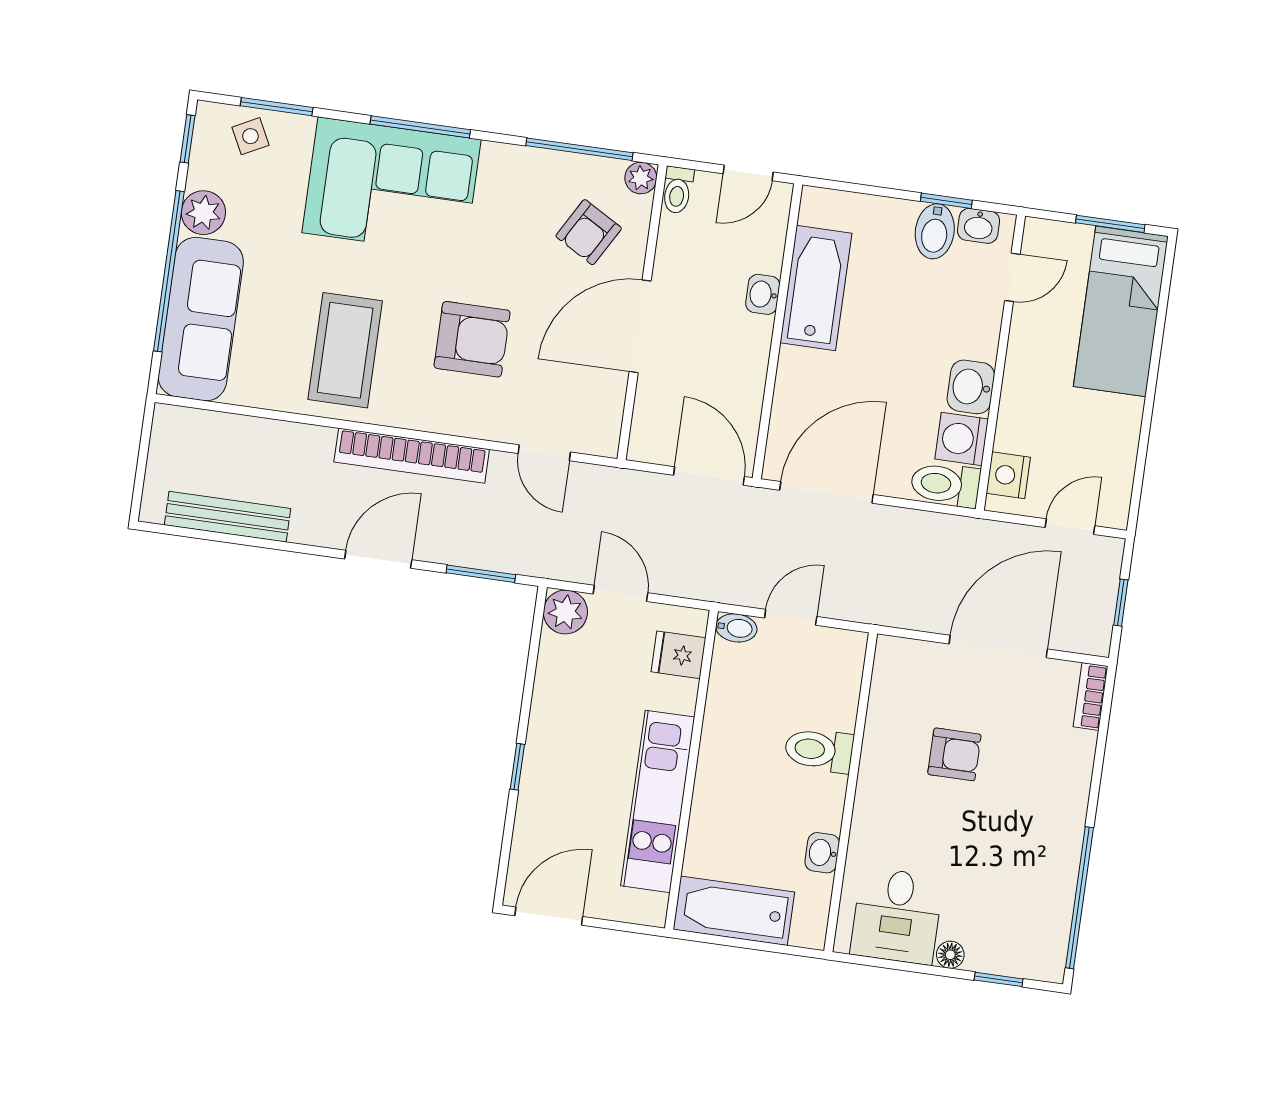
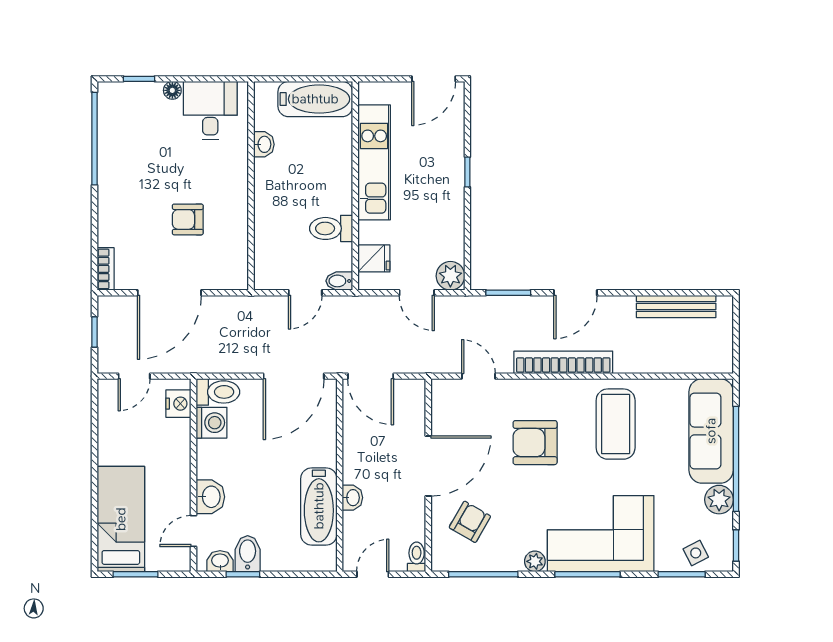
plant: (641, 178) -> (535, 561), moved
washbasin: (971, 387) -> (210, 497), moved
toilet: (819, 750) -> (331, 228), moved, turned 180

